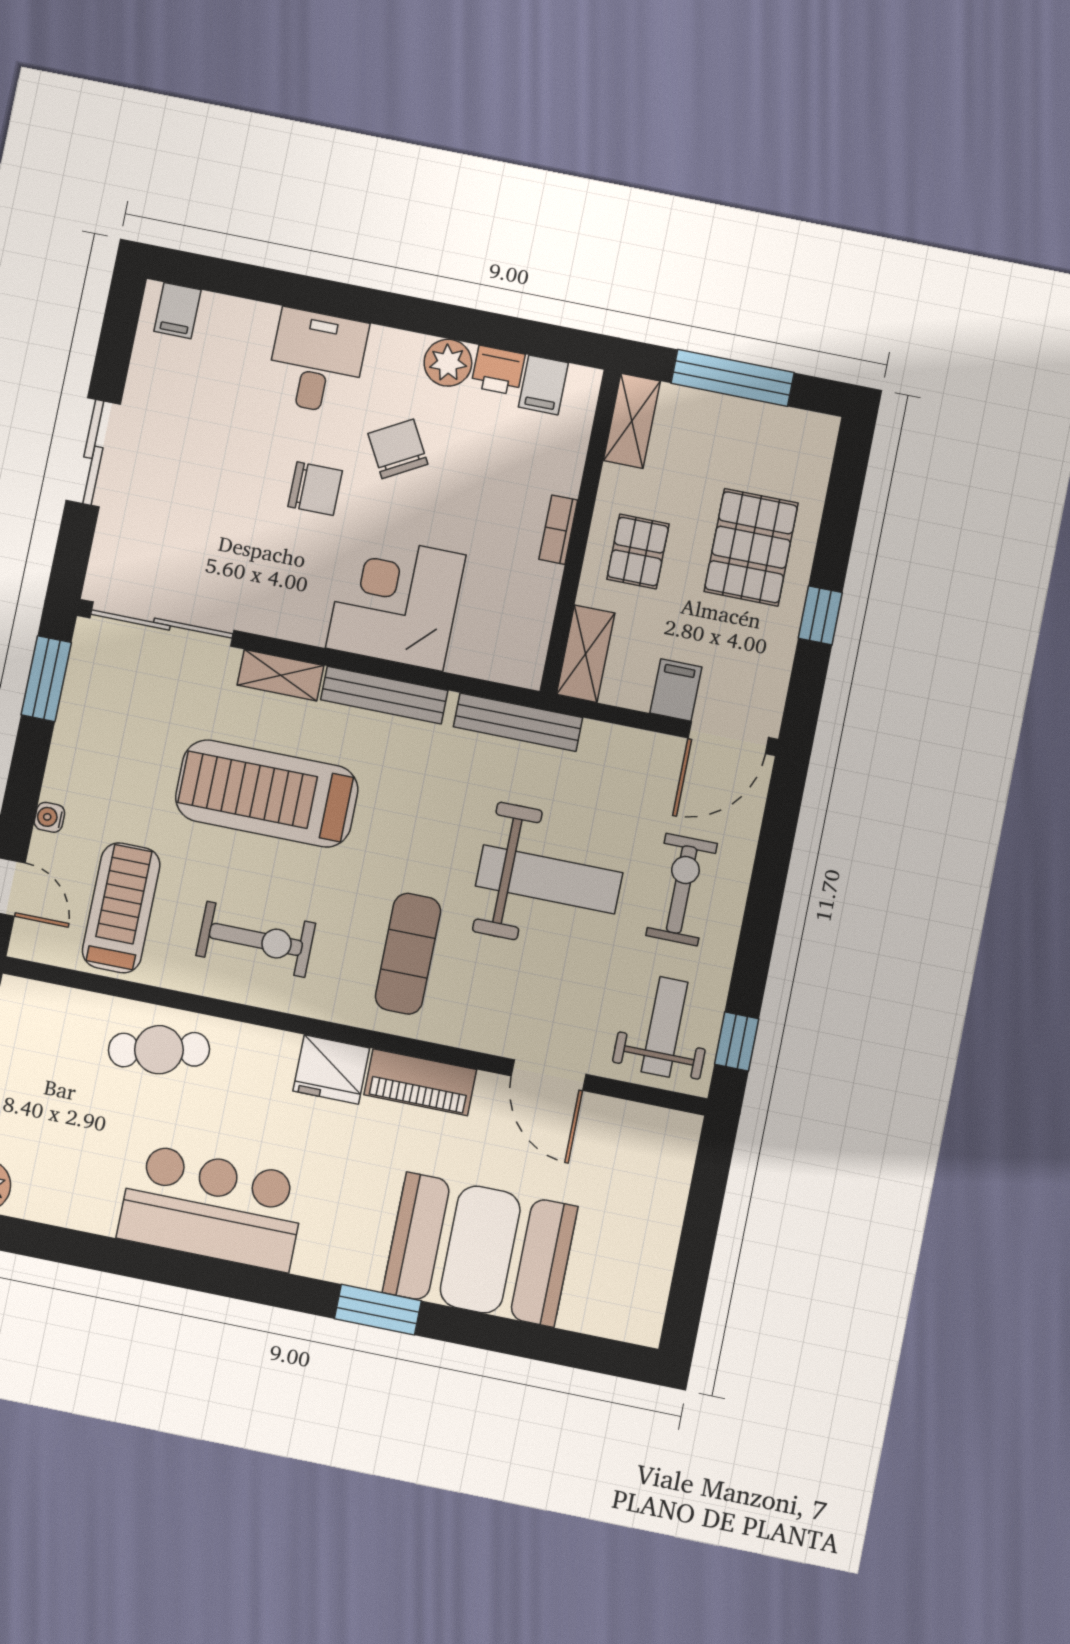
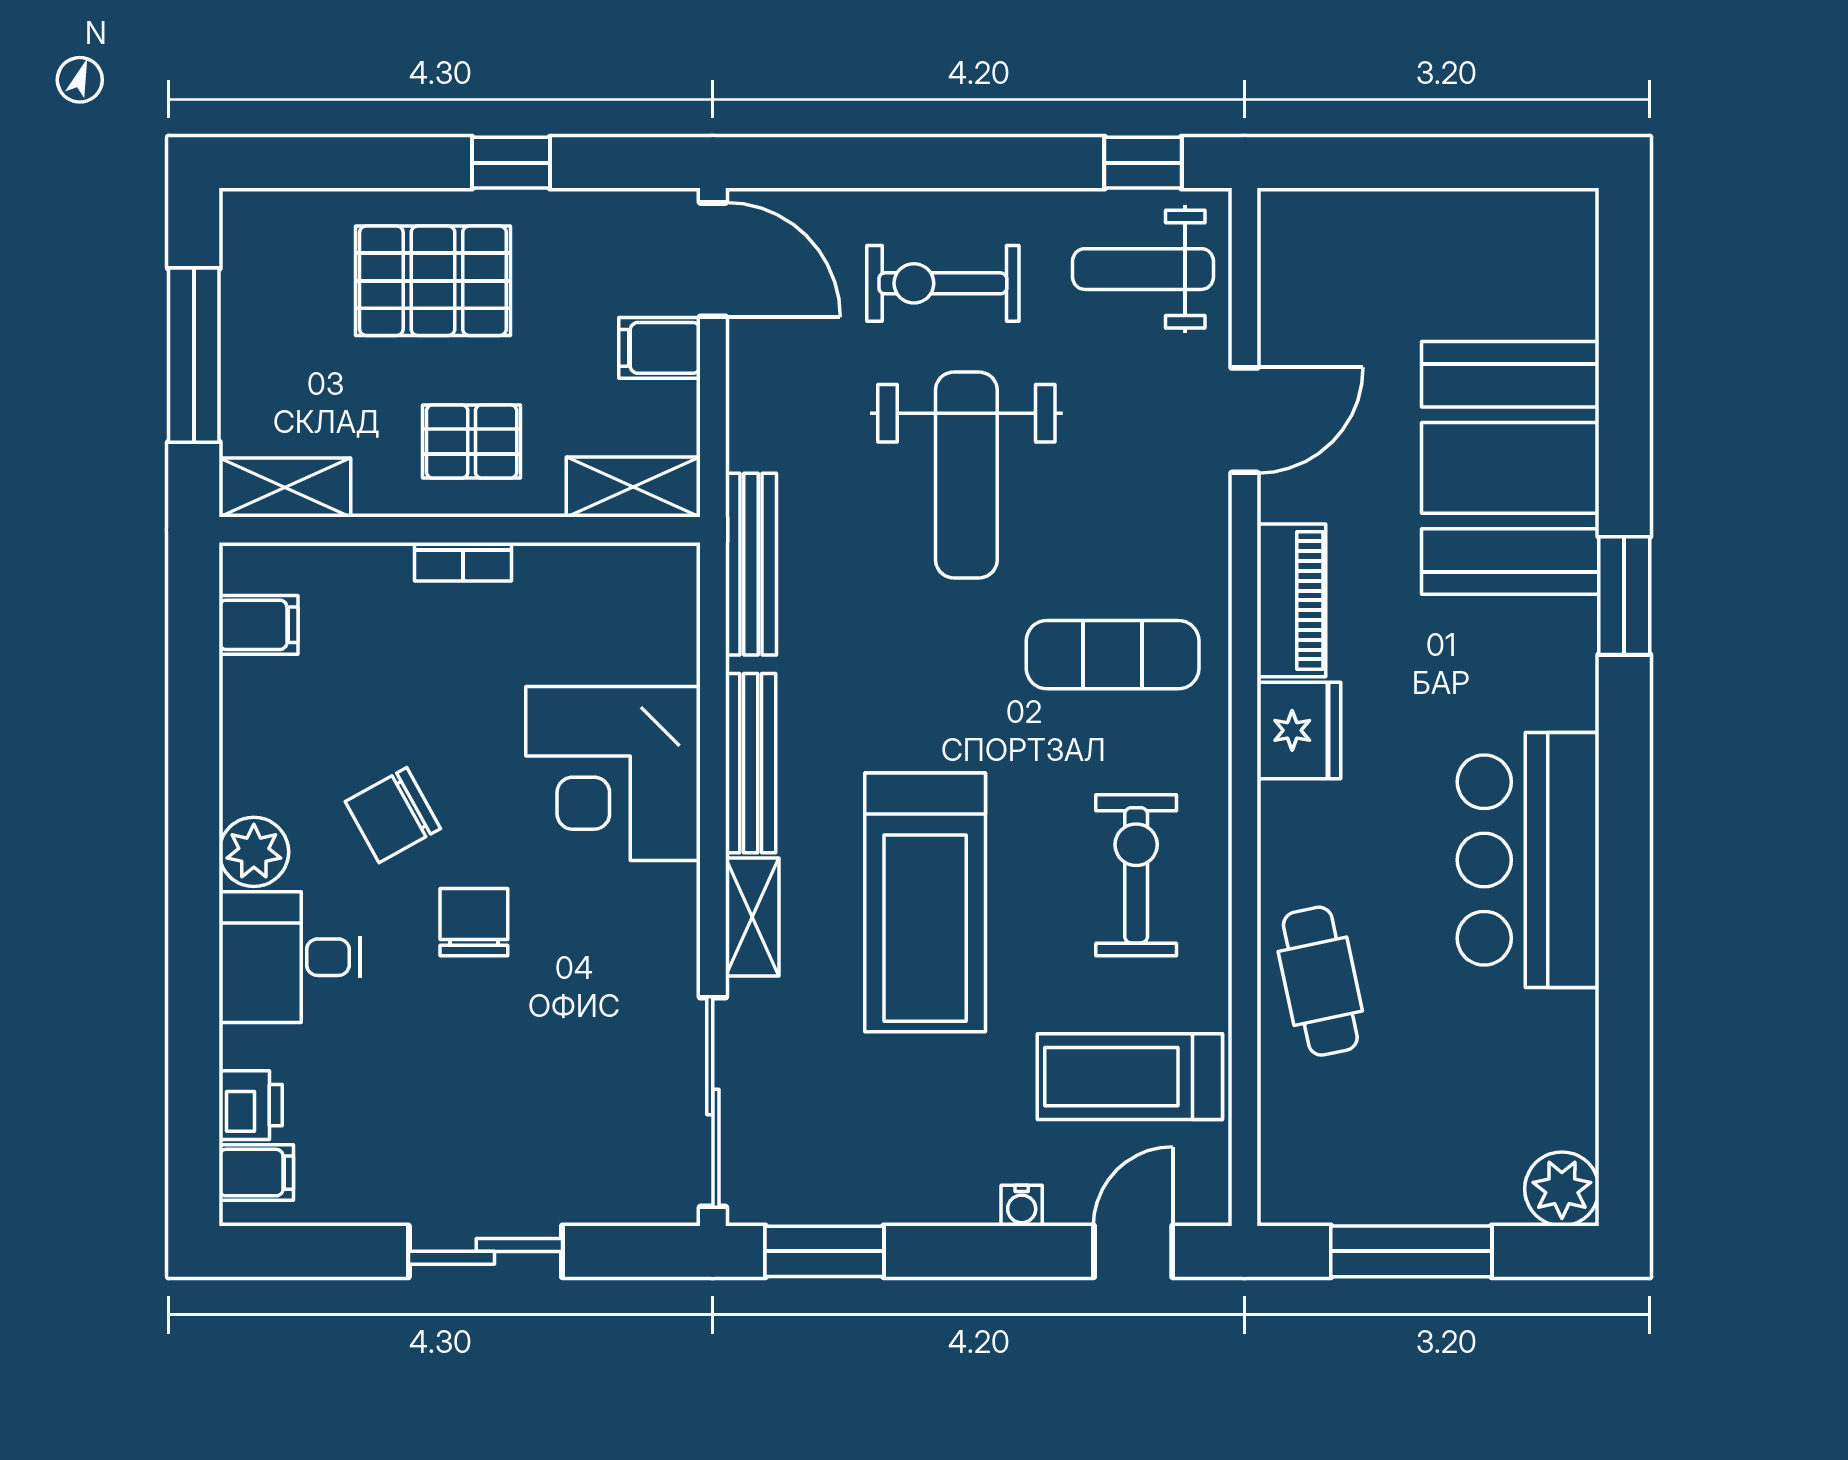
plant: (448, 363) -> (254, 852), moved
printer: (498, 370) -> (251, 1105), moved
weight bench: (549, 879) -> (966, 475), turned 180

